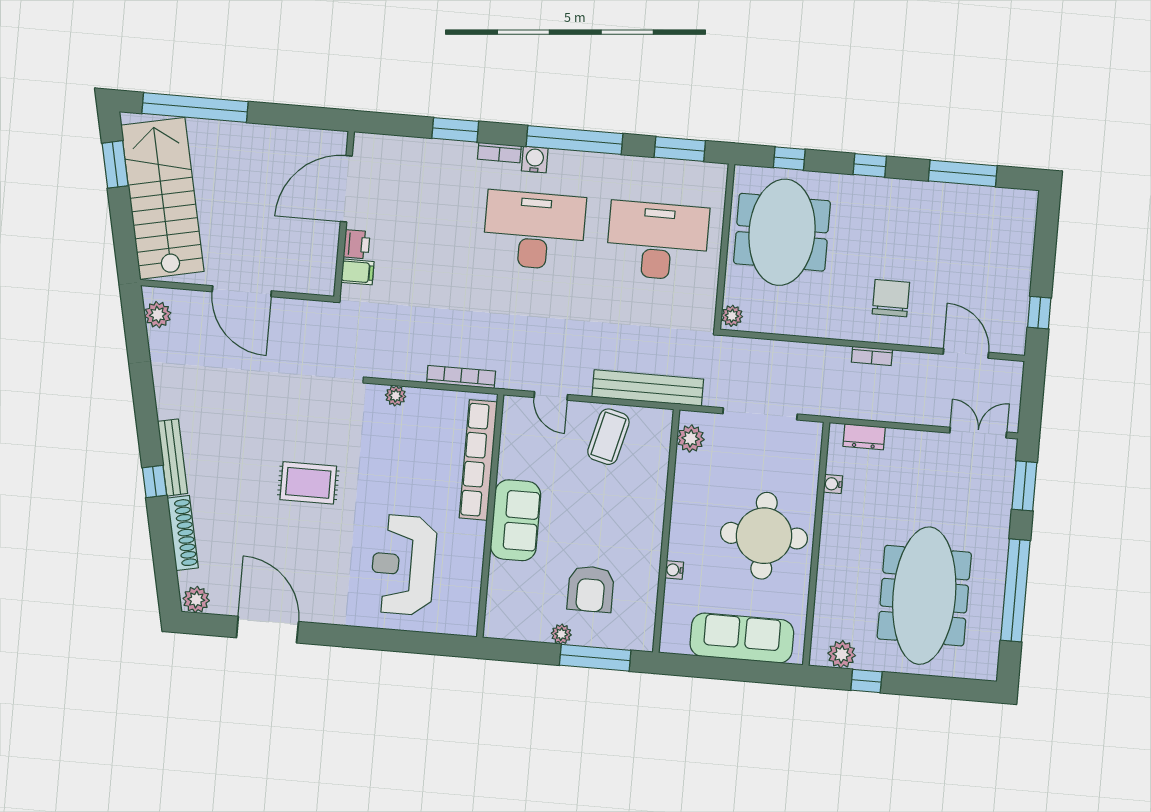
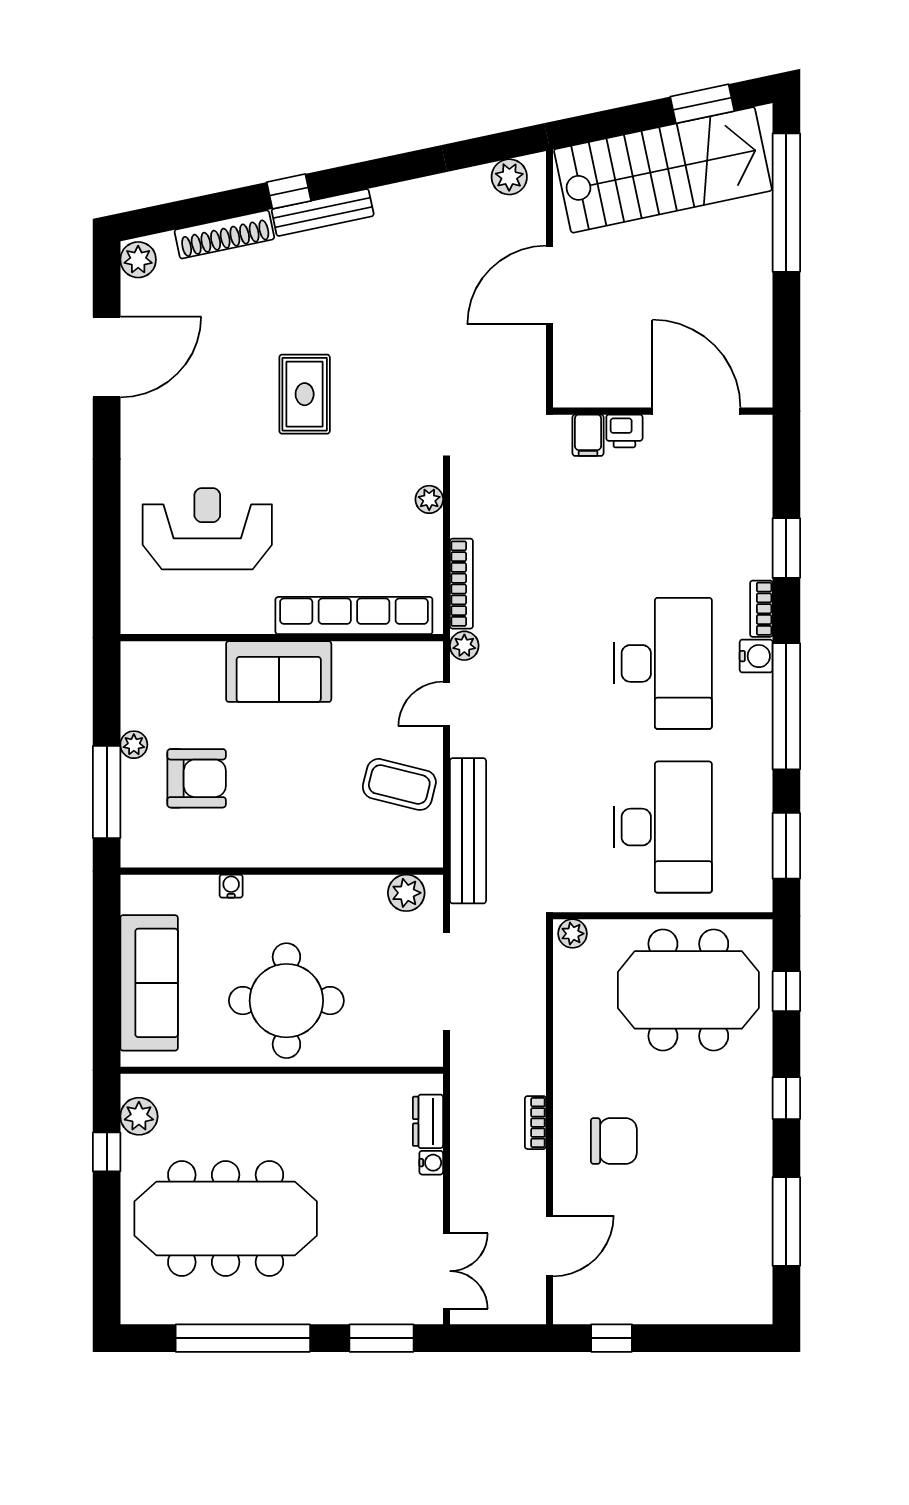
plant: (508, 379) -> (464, 646), added
water cooler: (833, 484) -> (431, 1163), moved, turned 90
armchair: (591, 589) -> (197, 778), turned 180

